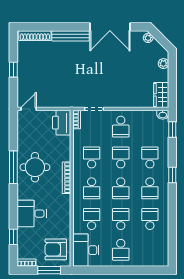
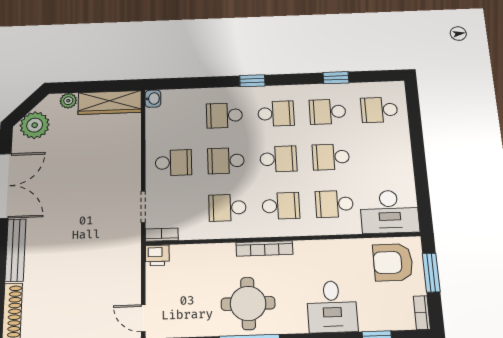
plant: (148, 38) -> (35, 125), width x1.87, depth x1.87
wardrobe: (161, 95) -> (110, 102), width x1.50
printer: (62, 123) -> (157, 255), width x0.53, depth x0.68
window: (172, 129) -> (336, 78), moved
armchair: (56, 249) -> (393, 262), turned 90
school desk: (121, 250) -> (379, 110), moved, turned 180

